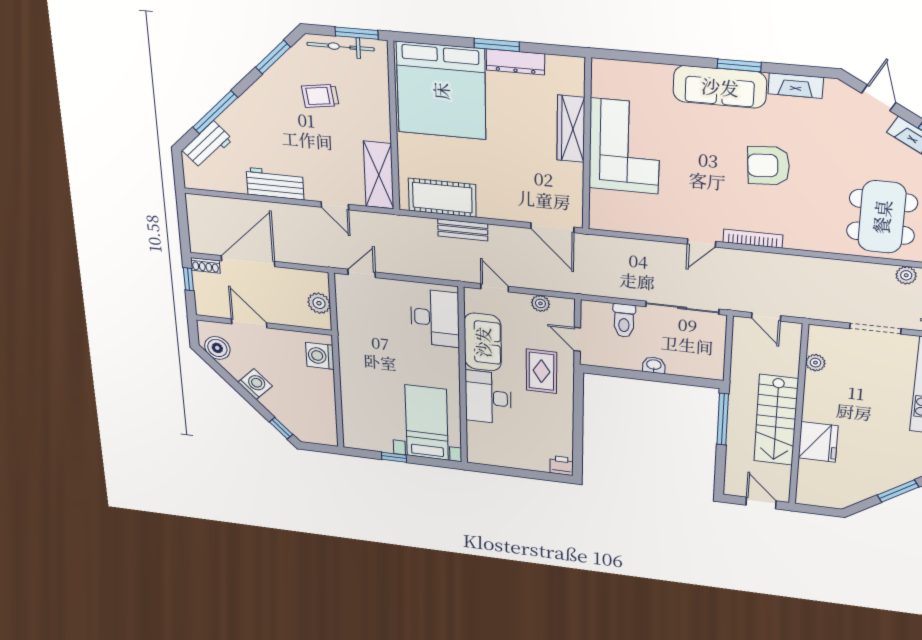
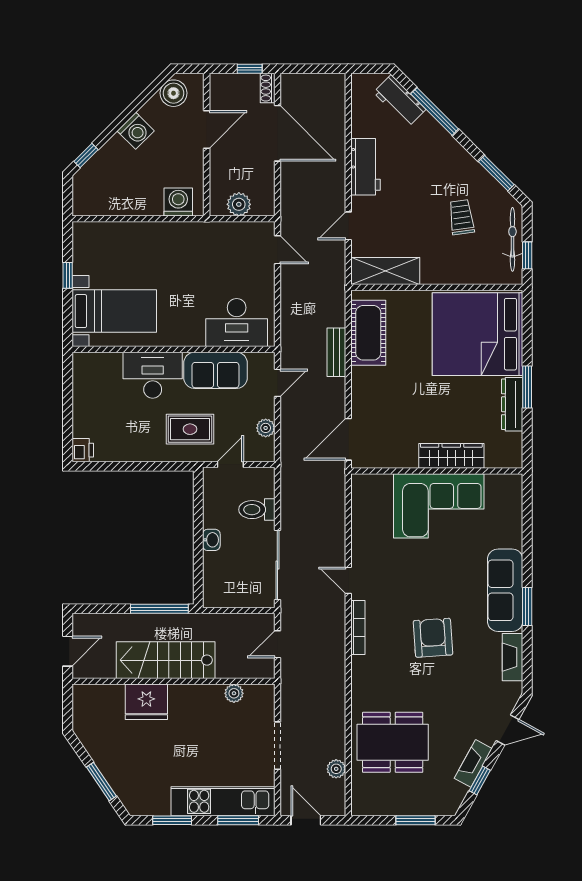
window: (357, 33) -> (527, 255), width x0.67

